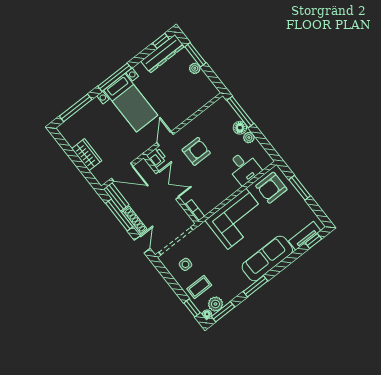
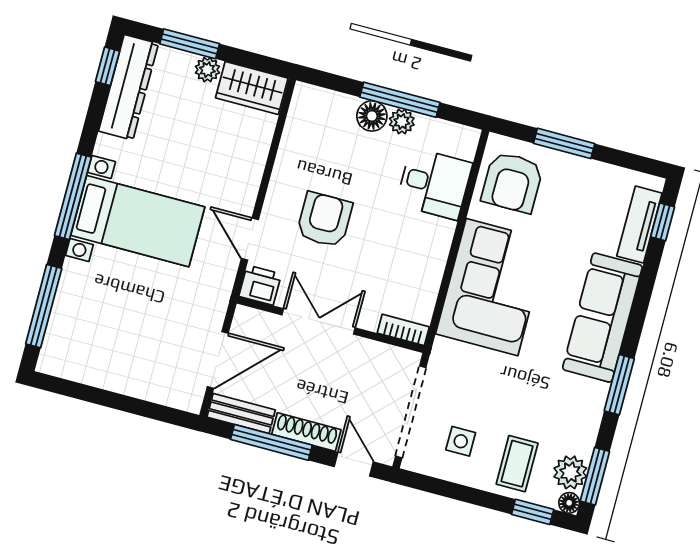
window: (240, 112) -> (400, 100), moved
wardrobe: (87, 155) -> (252, 88), moved, turned 180

